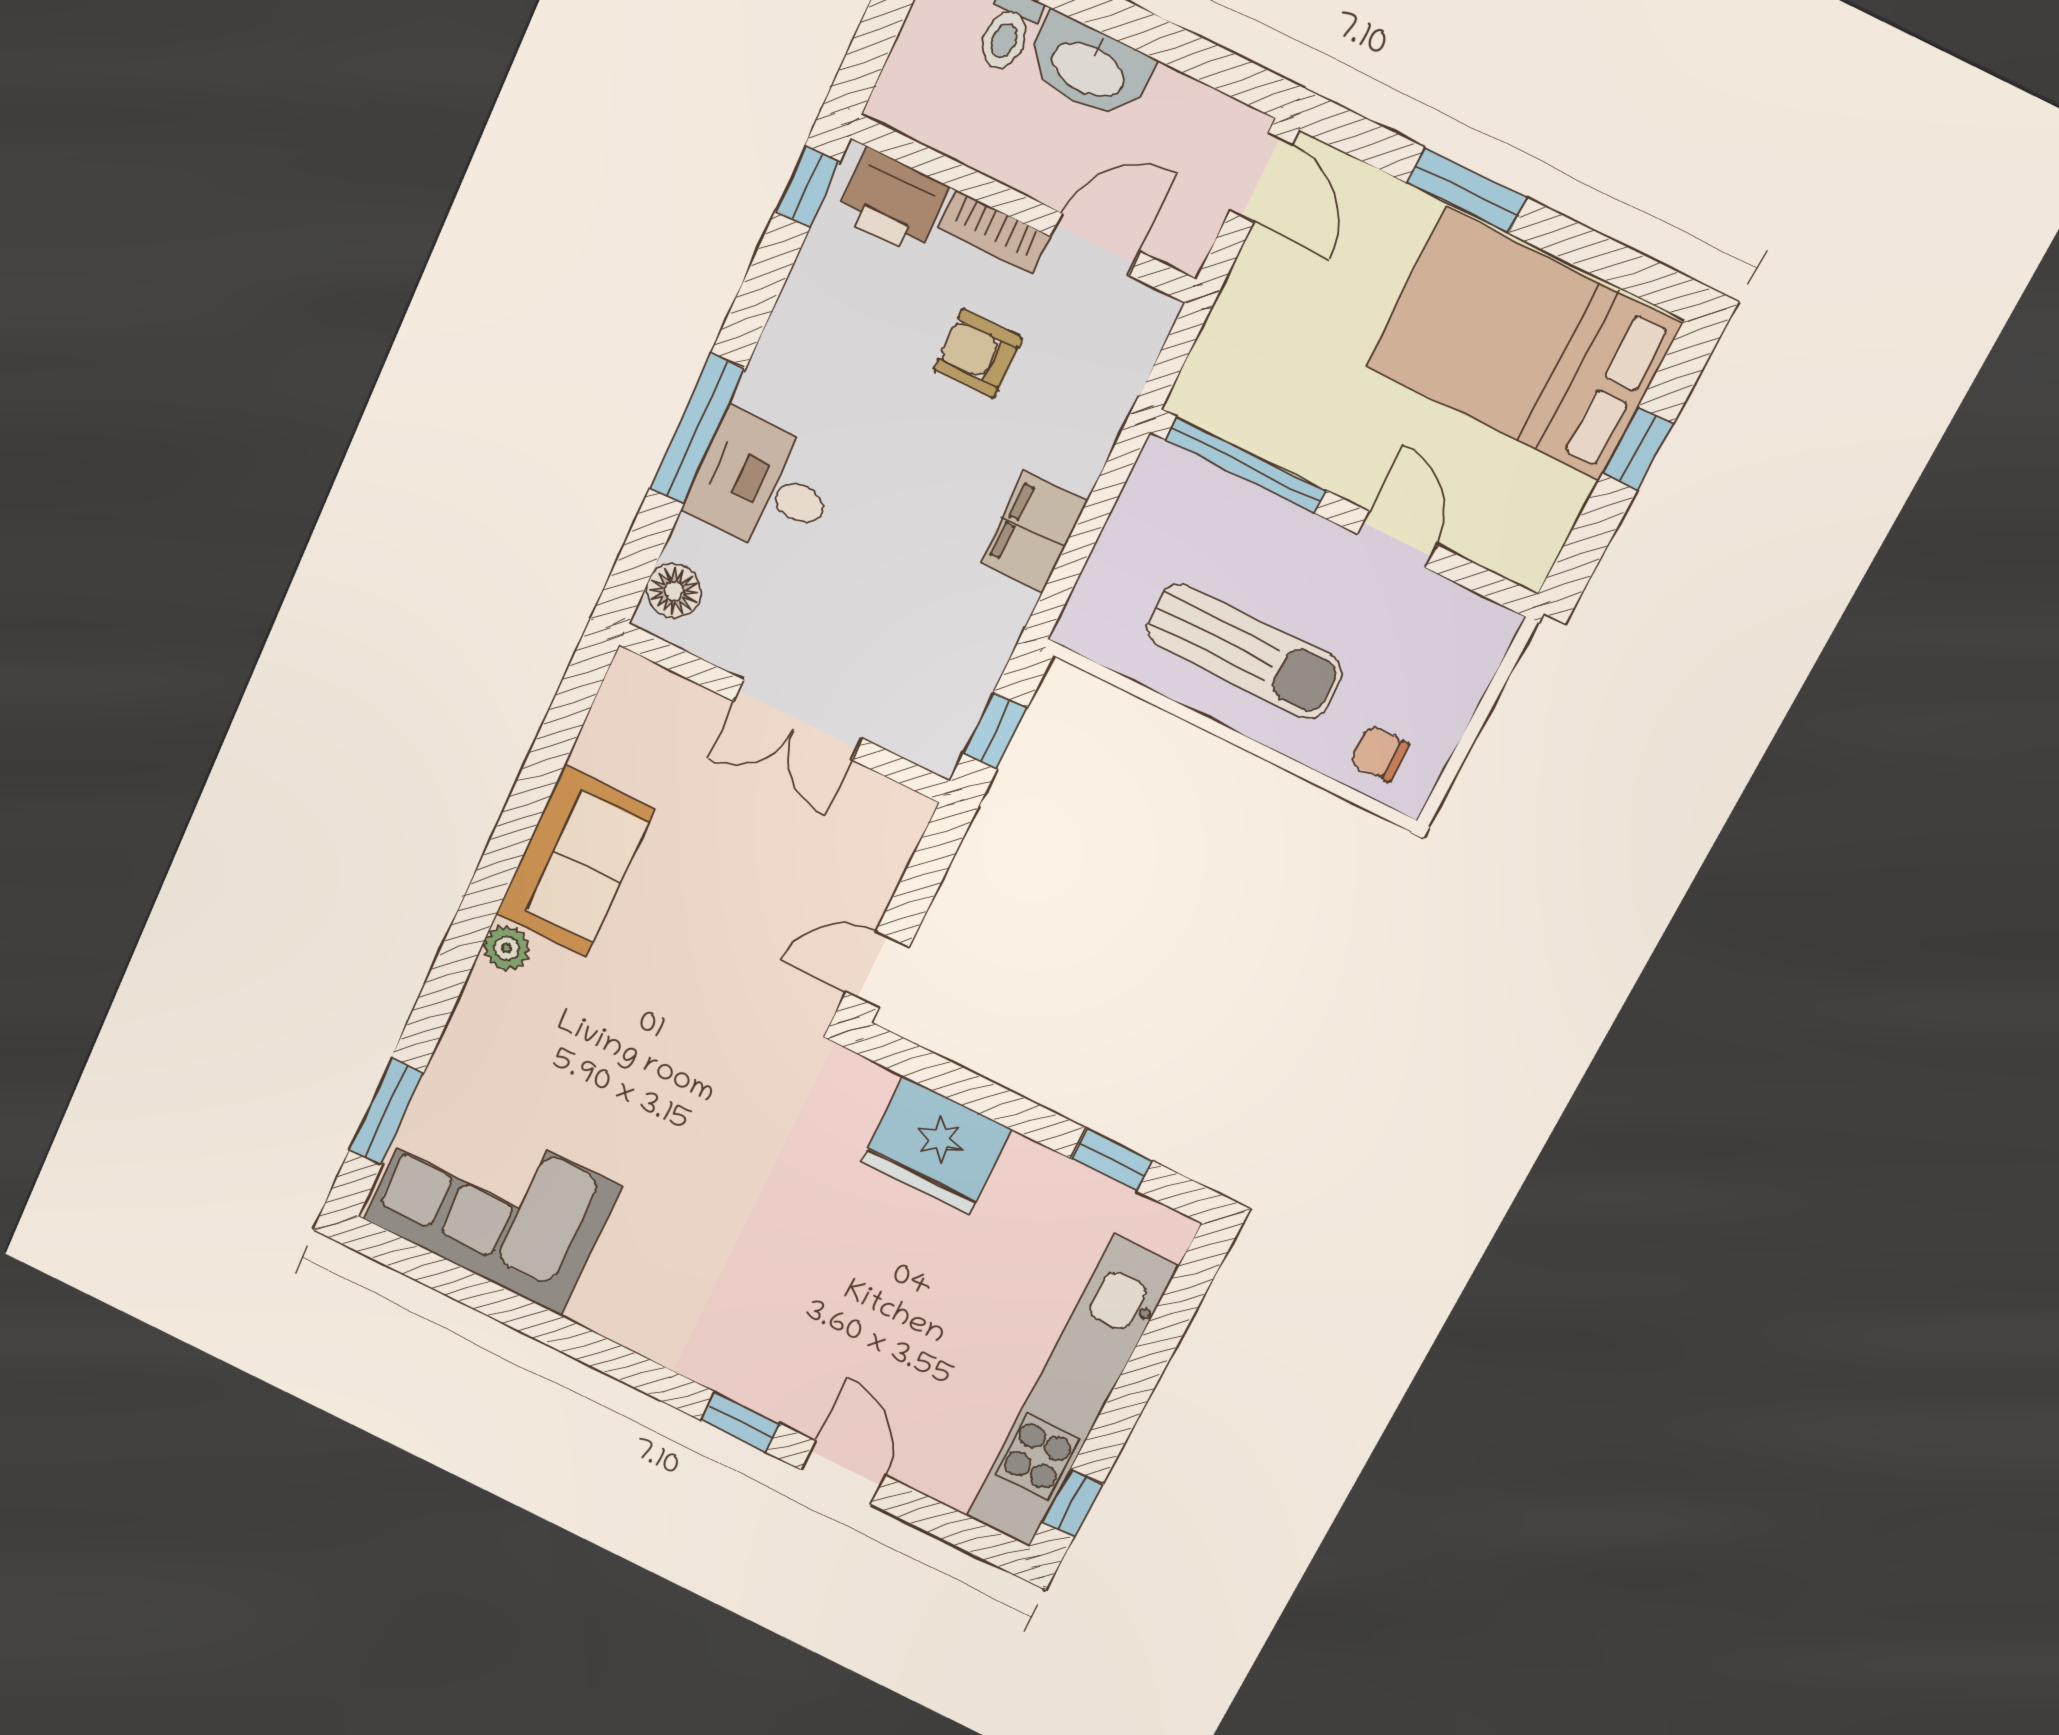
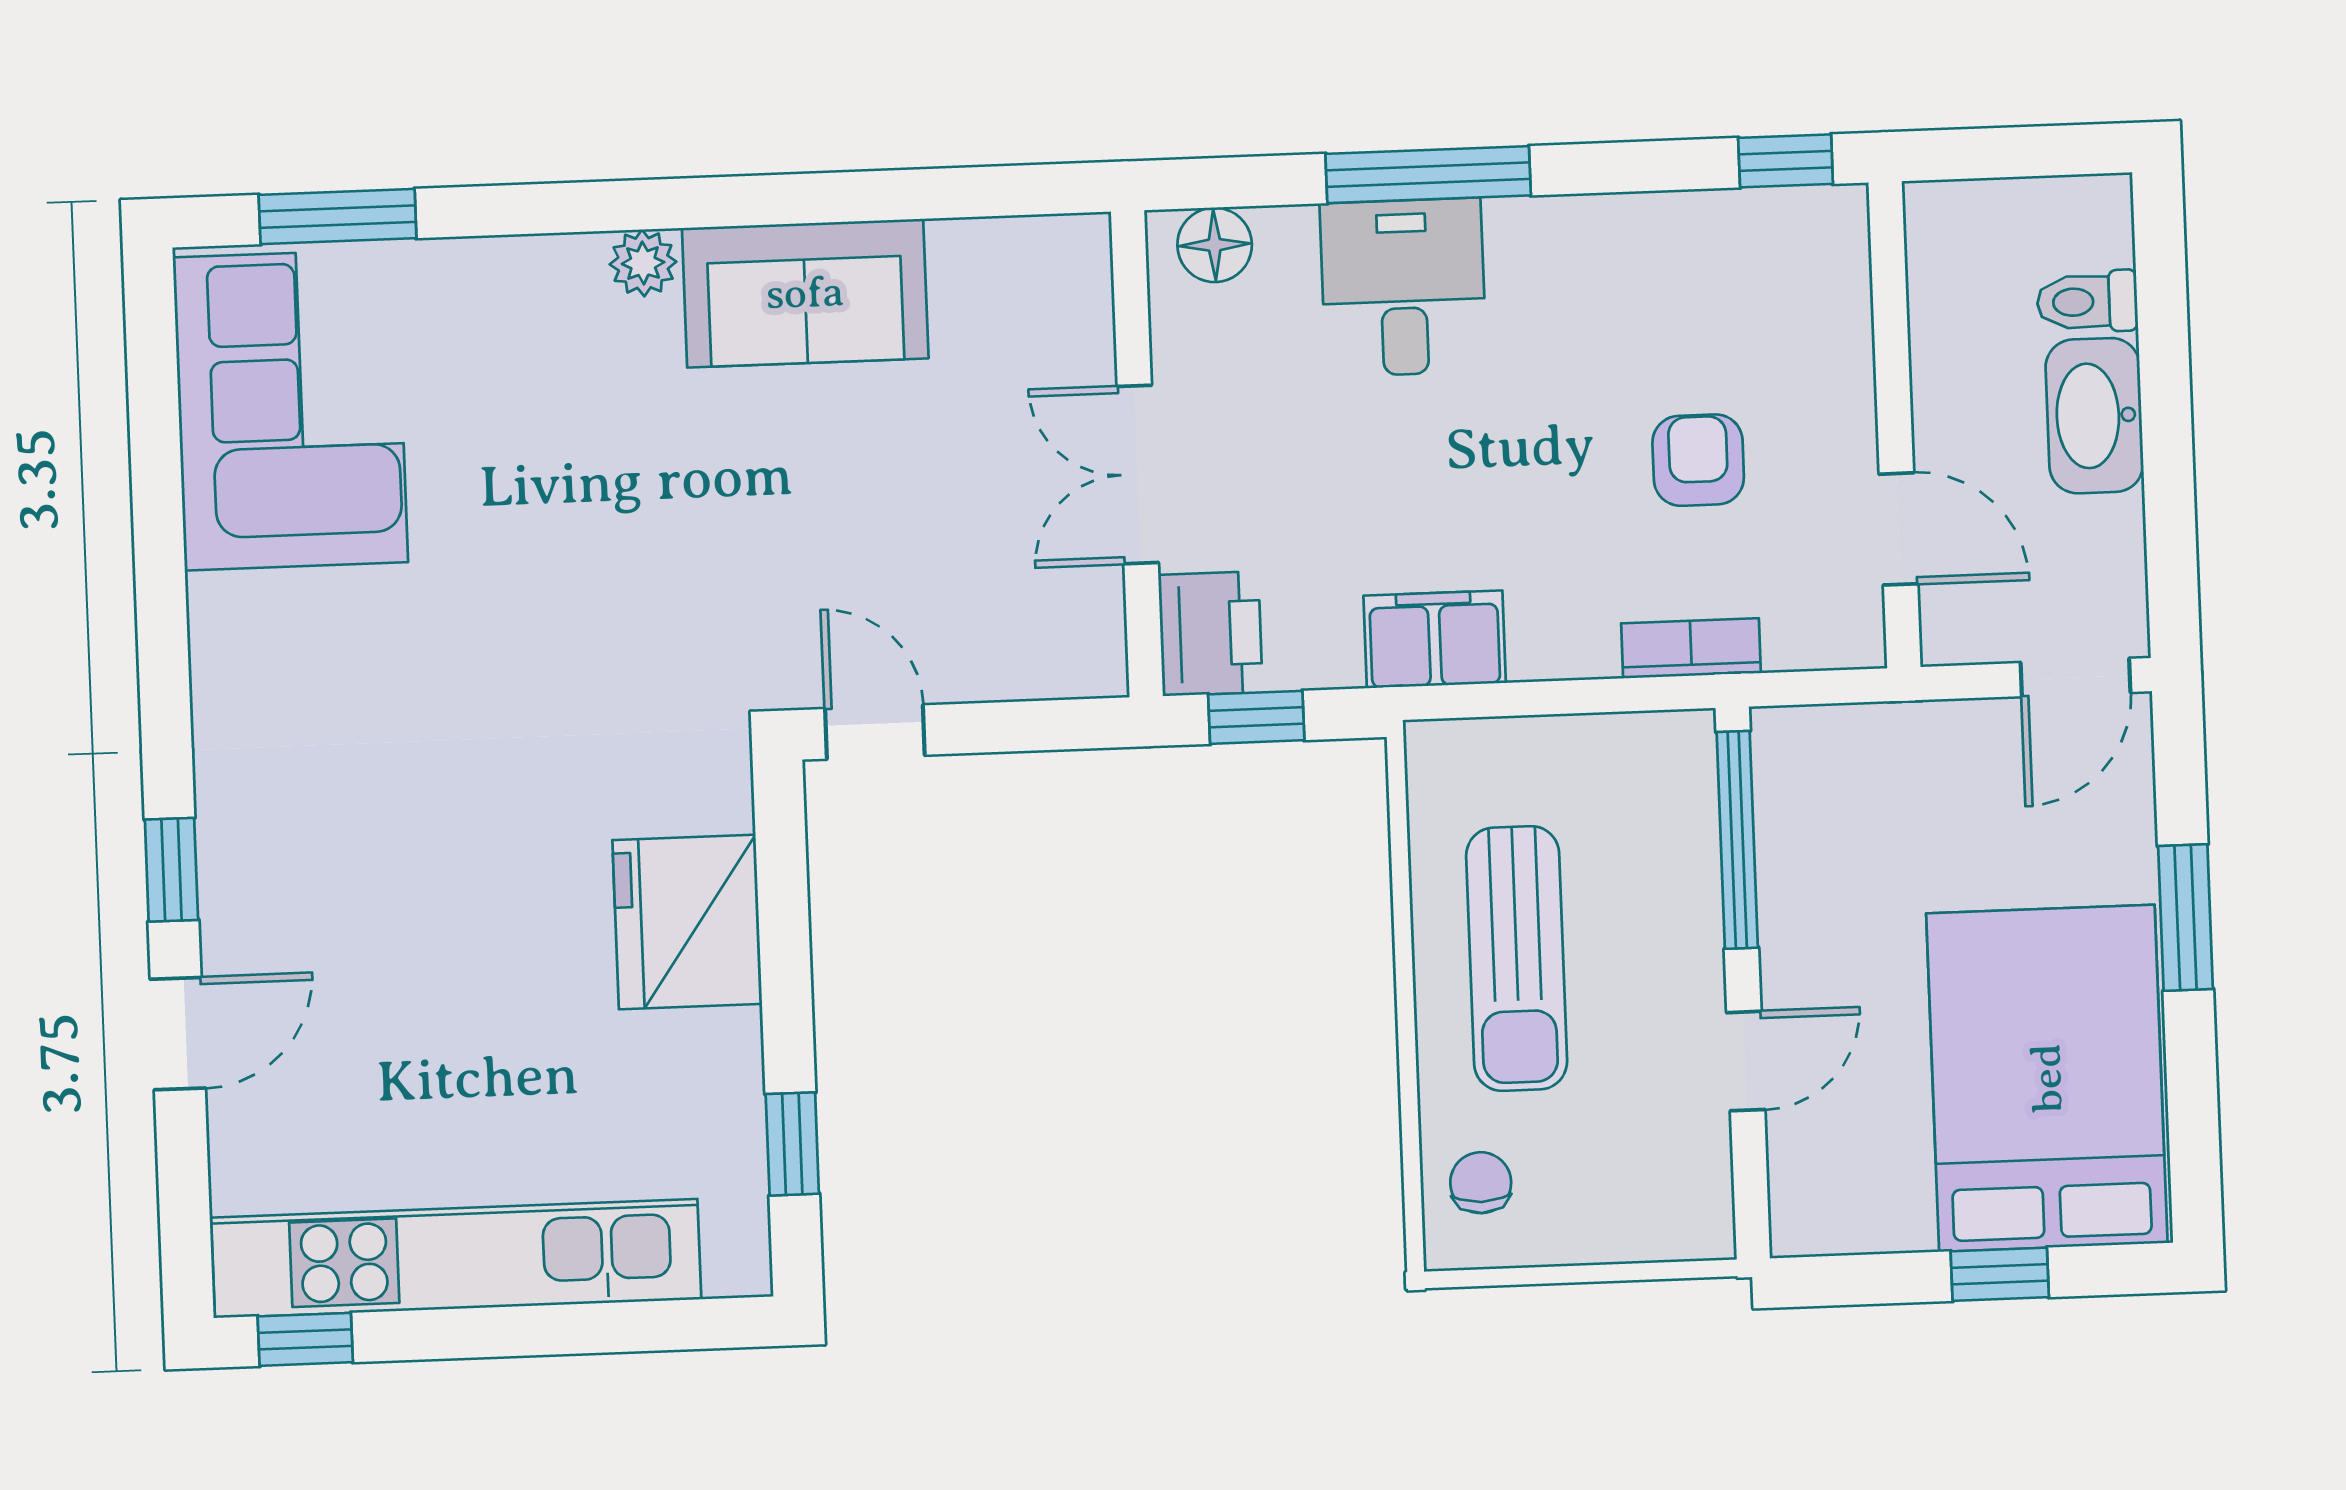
printer: (893, 201) -> (1210, 634), moved, turned 180
bookcase: (994, 232) -> (1691, 648), moved, turned 90
filing cabinet: (1034, 532) -> (1435, 639), moved

